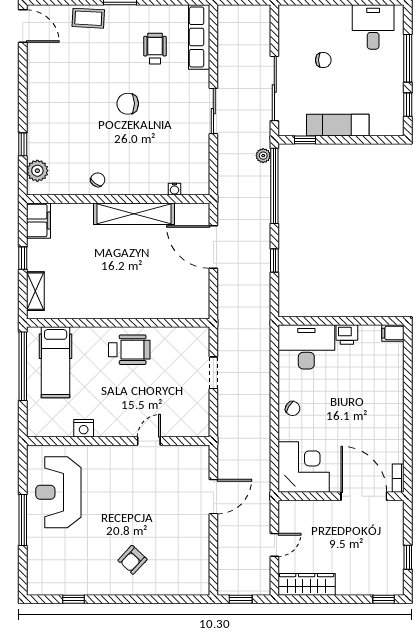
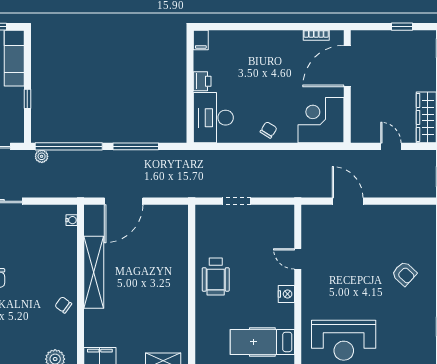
exam couch: (338, 125) -> (14, 58), moved
window: (305, 140) -> (27, 99), moved
water cooler: (174, 189) -> (72, 220), moved
window: (274, 260) -> (136, 146), width x2.17
wheelchair: (129, 350) -> (216, 277), turned 180
hospital bed: (56, 362) -> (262, 342), moved, turned 180
nightstand: (84, 428) -> (286, 294), moved
bookcase: (398, 478) -> (316, 35), moved

